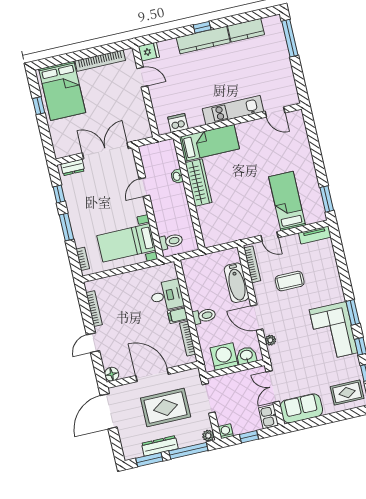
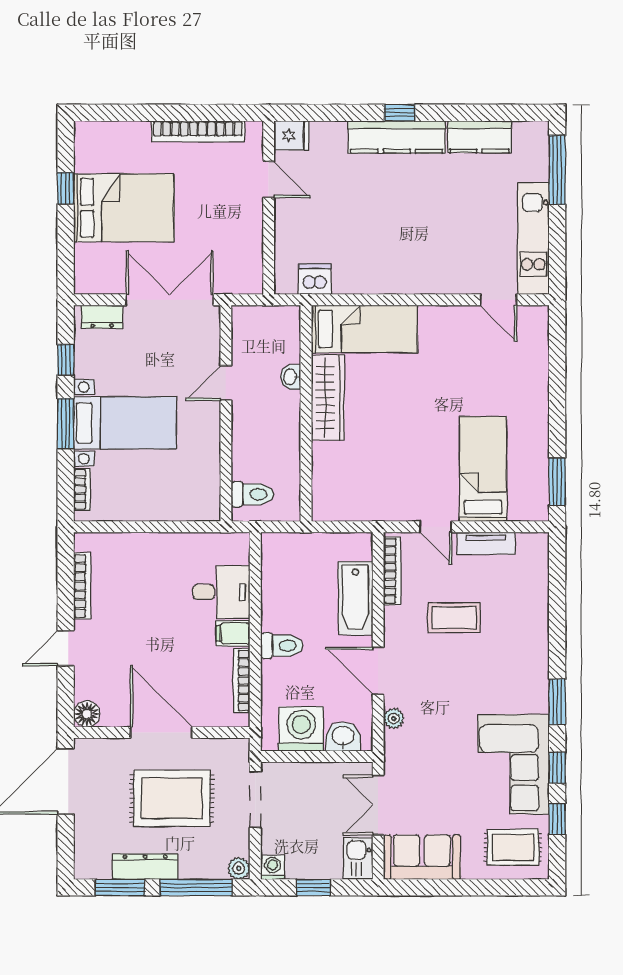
bed: (62, 91) -> (124, 208), moved, turned -90
kitchen unit: (233, 110) -> (533, 238), moved, turned -90
tv unit: (315, 235) -> (486, 543), moved
bed with nightstands: (126, 243) -> (125, 423), moved, turned 180
corner sofa: (333, 331) -> (514, 764), moved

